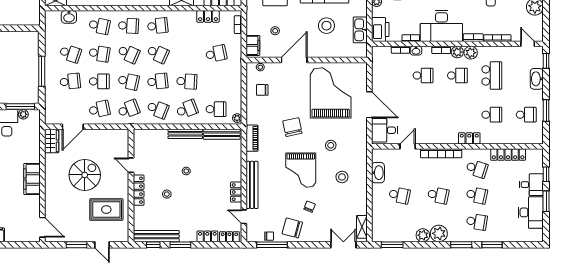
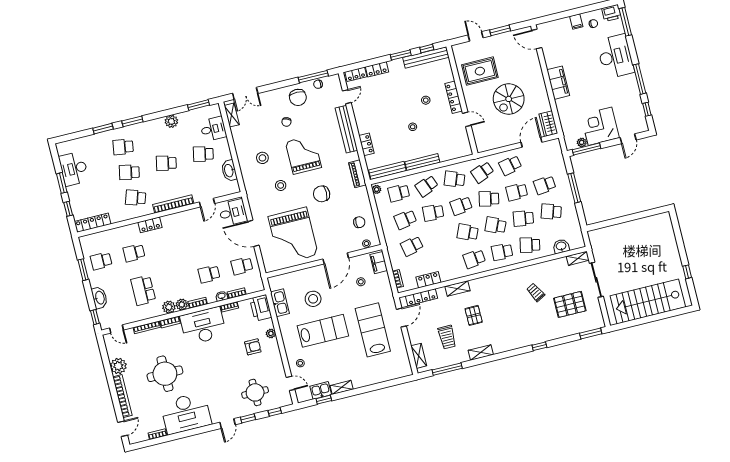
school desk: (457, 75) -> (242, 266), moved
school desk: (216, 81) -> (405, 219), added
chair: (292, 127) -> (322, 194), turned 102
locker: (508, 155) -> (93, 223), moved
desk: (531, 185) -> (213, 129), moved, turned 180
locker: (236, 192) -> (366, 144), moved
door: (244, 217) -> (347, 97), hinge flipped
chair: (292, 228) -> (298, 97), turned 75
plant: (439, 233) -> (157, 127), removed

